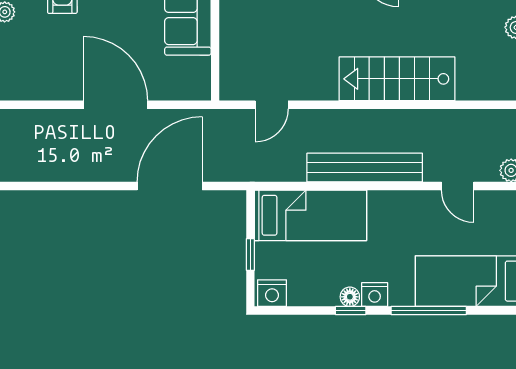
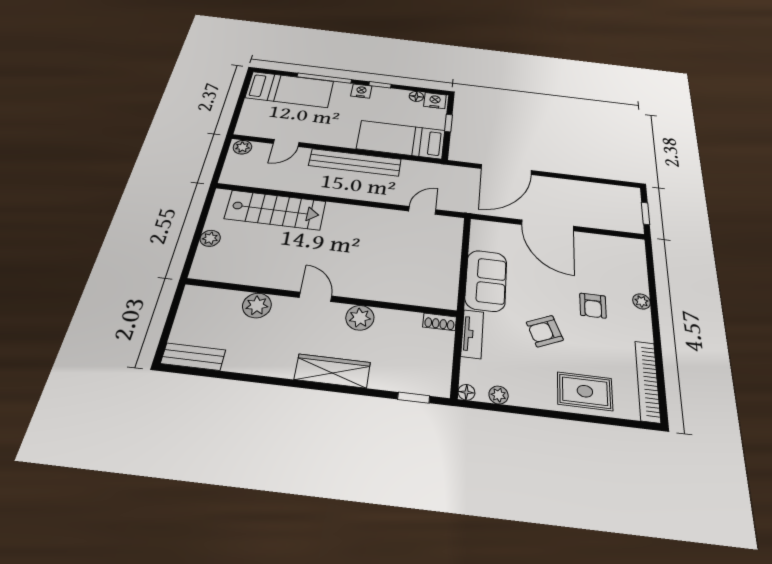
stairs: (397, 79) -> (275, 210), moved
door: (458, 186) -> (286, 143), swing flipped
floor lamp: (350, 297) -> (416, 96), moved

